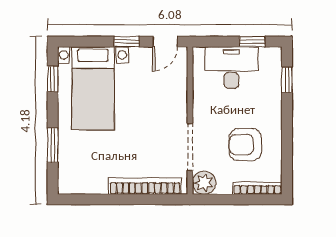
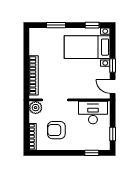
desk: (231, 67) -> (93, 113), moved, turned -90
armchair: (245, 145) -> (56, 130), turned -90

